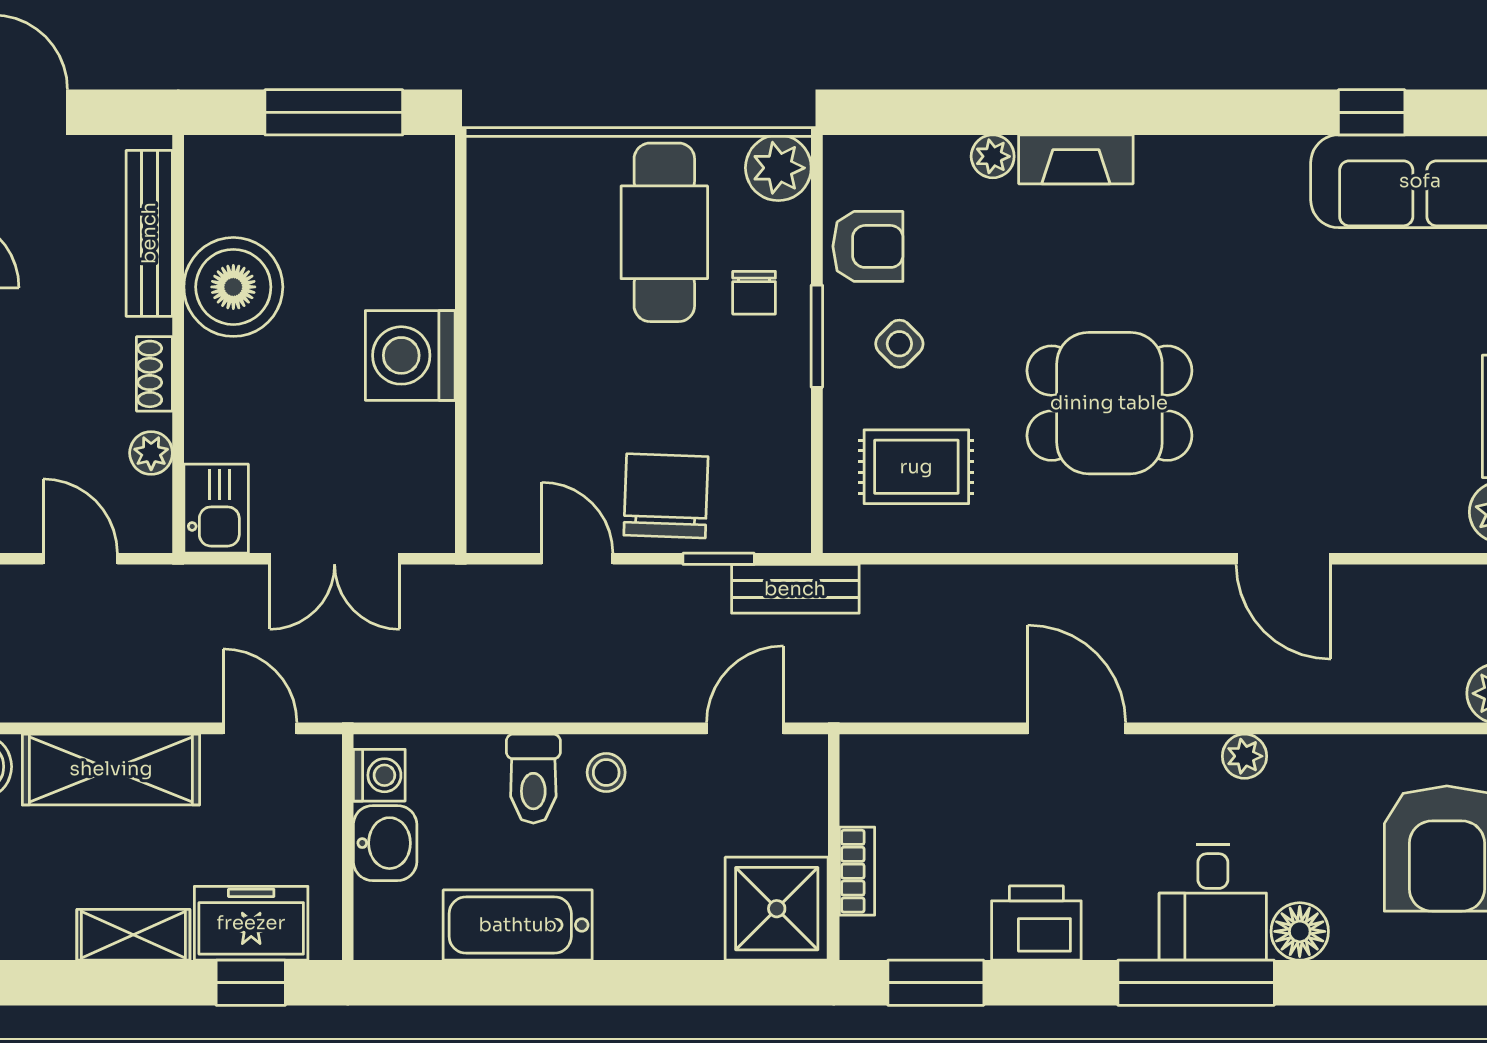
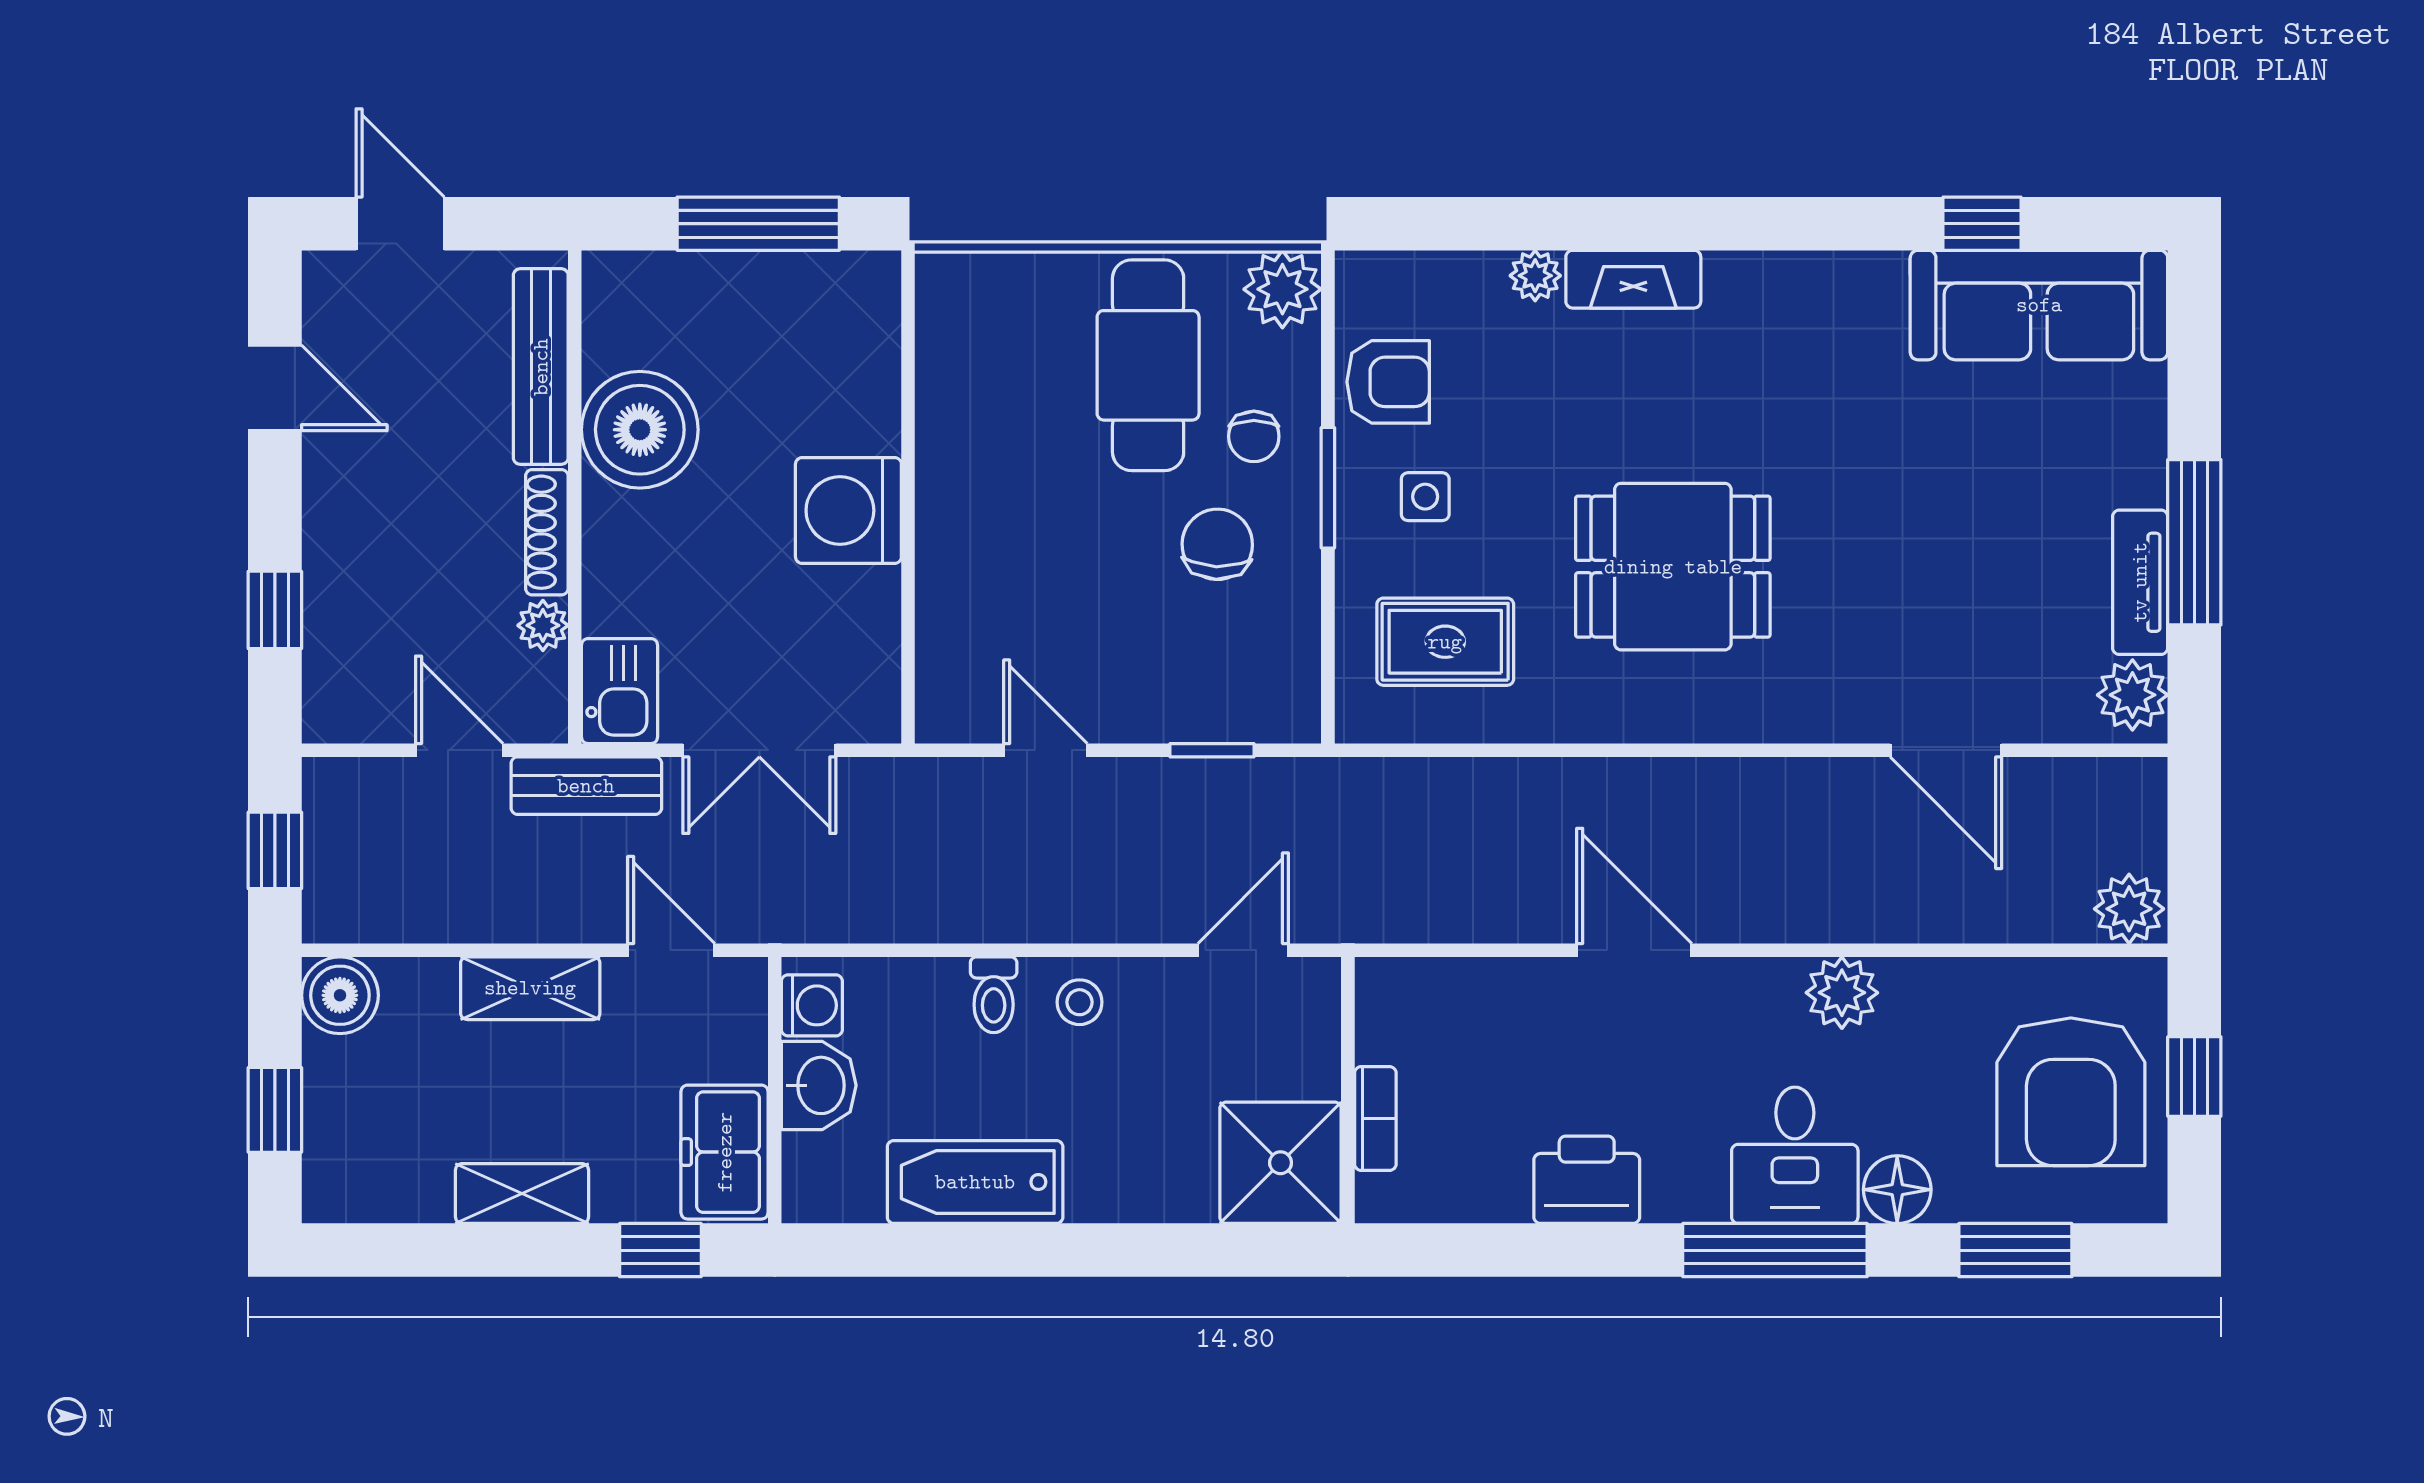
side table: (899, 344) -> (1425, 497), turned 45
shoe rack: (154, 374) -> (547, 532), width x1.43
chair: (666, 496) -> (1217, 544), moved, width x0.73, depth x0.73
door: (1284, 559) -> (1946, 750), moved
bench: (795, 589) -> (586, 786), moved
plant: (1244, 756) -> (1842, 993), width x1.38, depth x1.38
shelving: (111, 769) -> (530, 988), width x0.67, depth x0.75
toilet: (533, 779) -> (994, 995), width x0.73, depth x0.72
freezer: (251, 923) -> (725, 1152), moved, turned -90
window: (936, 983) -> (2015, 1250), moved

